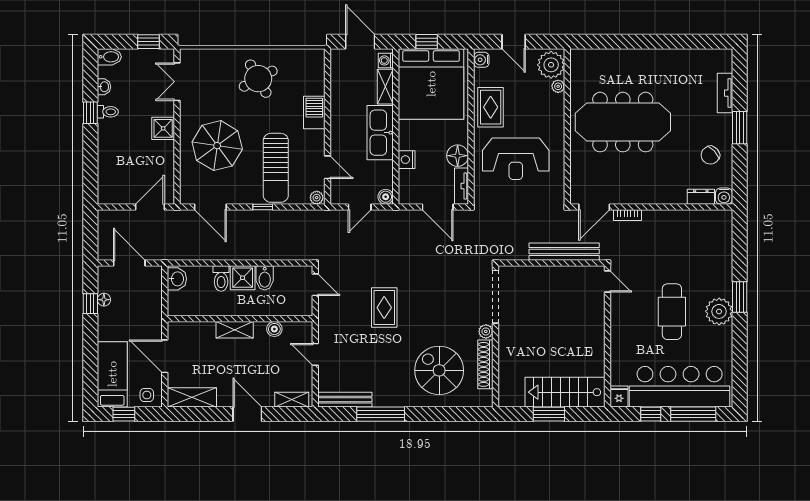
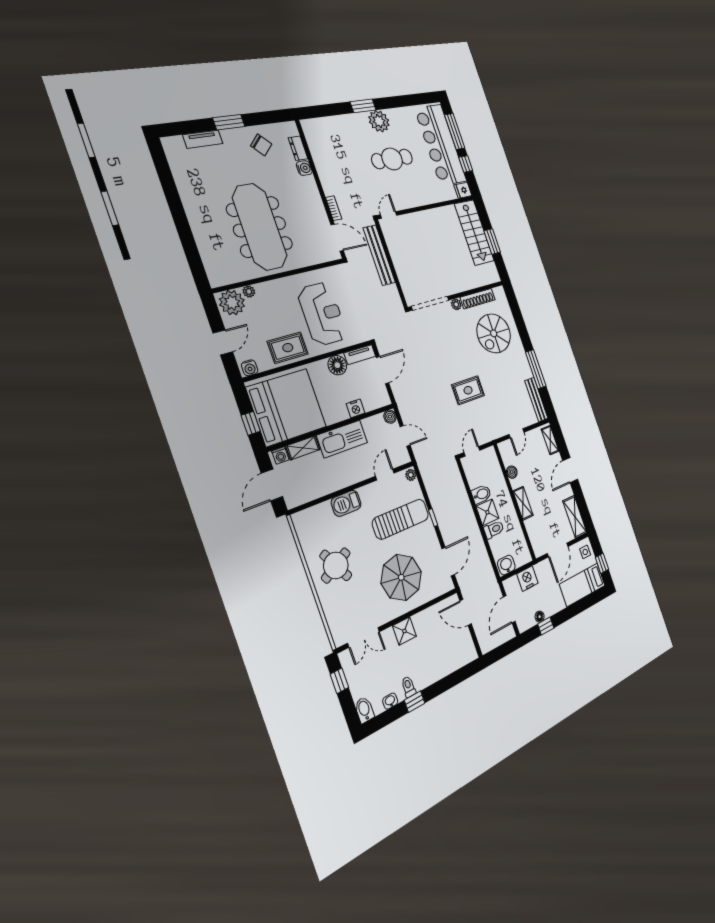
water cooler: (724, 196) -> (304, 168), moved
nightstand: (151, 301) -> (527, 579), added

